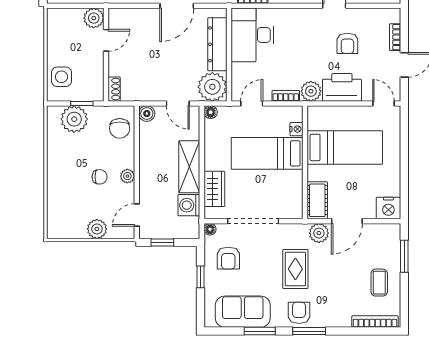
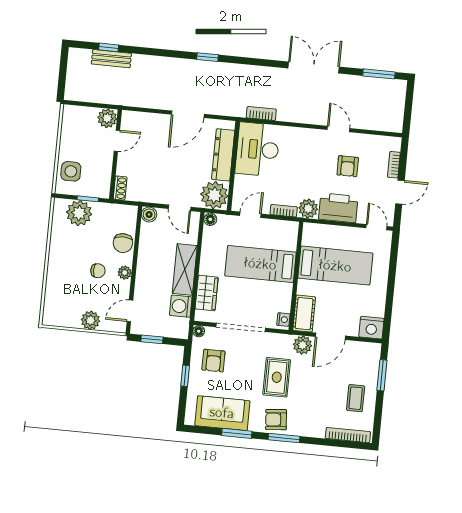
chair: (120, 128) -> (123, 243), moved
nightstand: (296, 129) -> (283, 320), moved
armchair: (299, 313) -> (276, 420), turned -95

